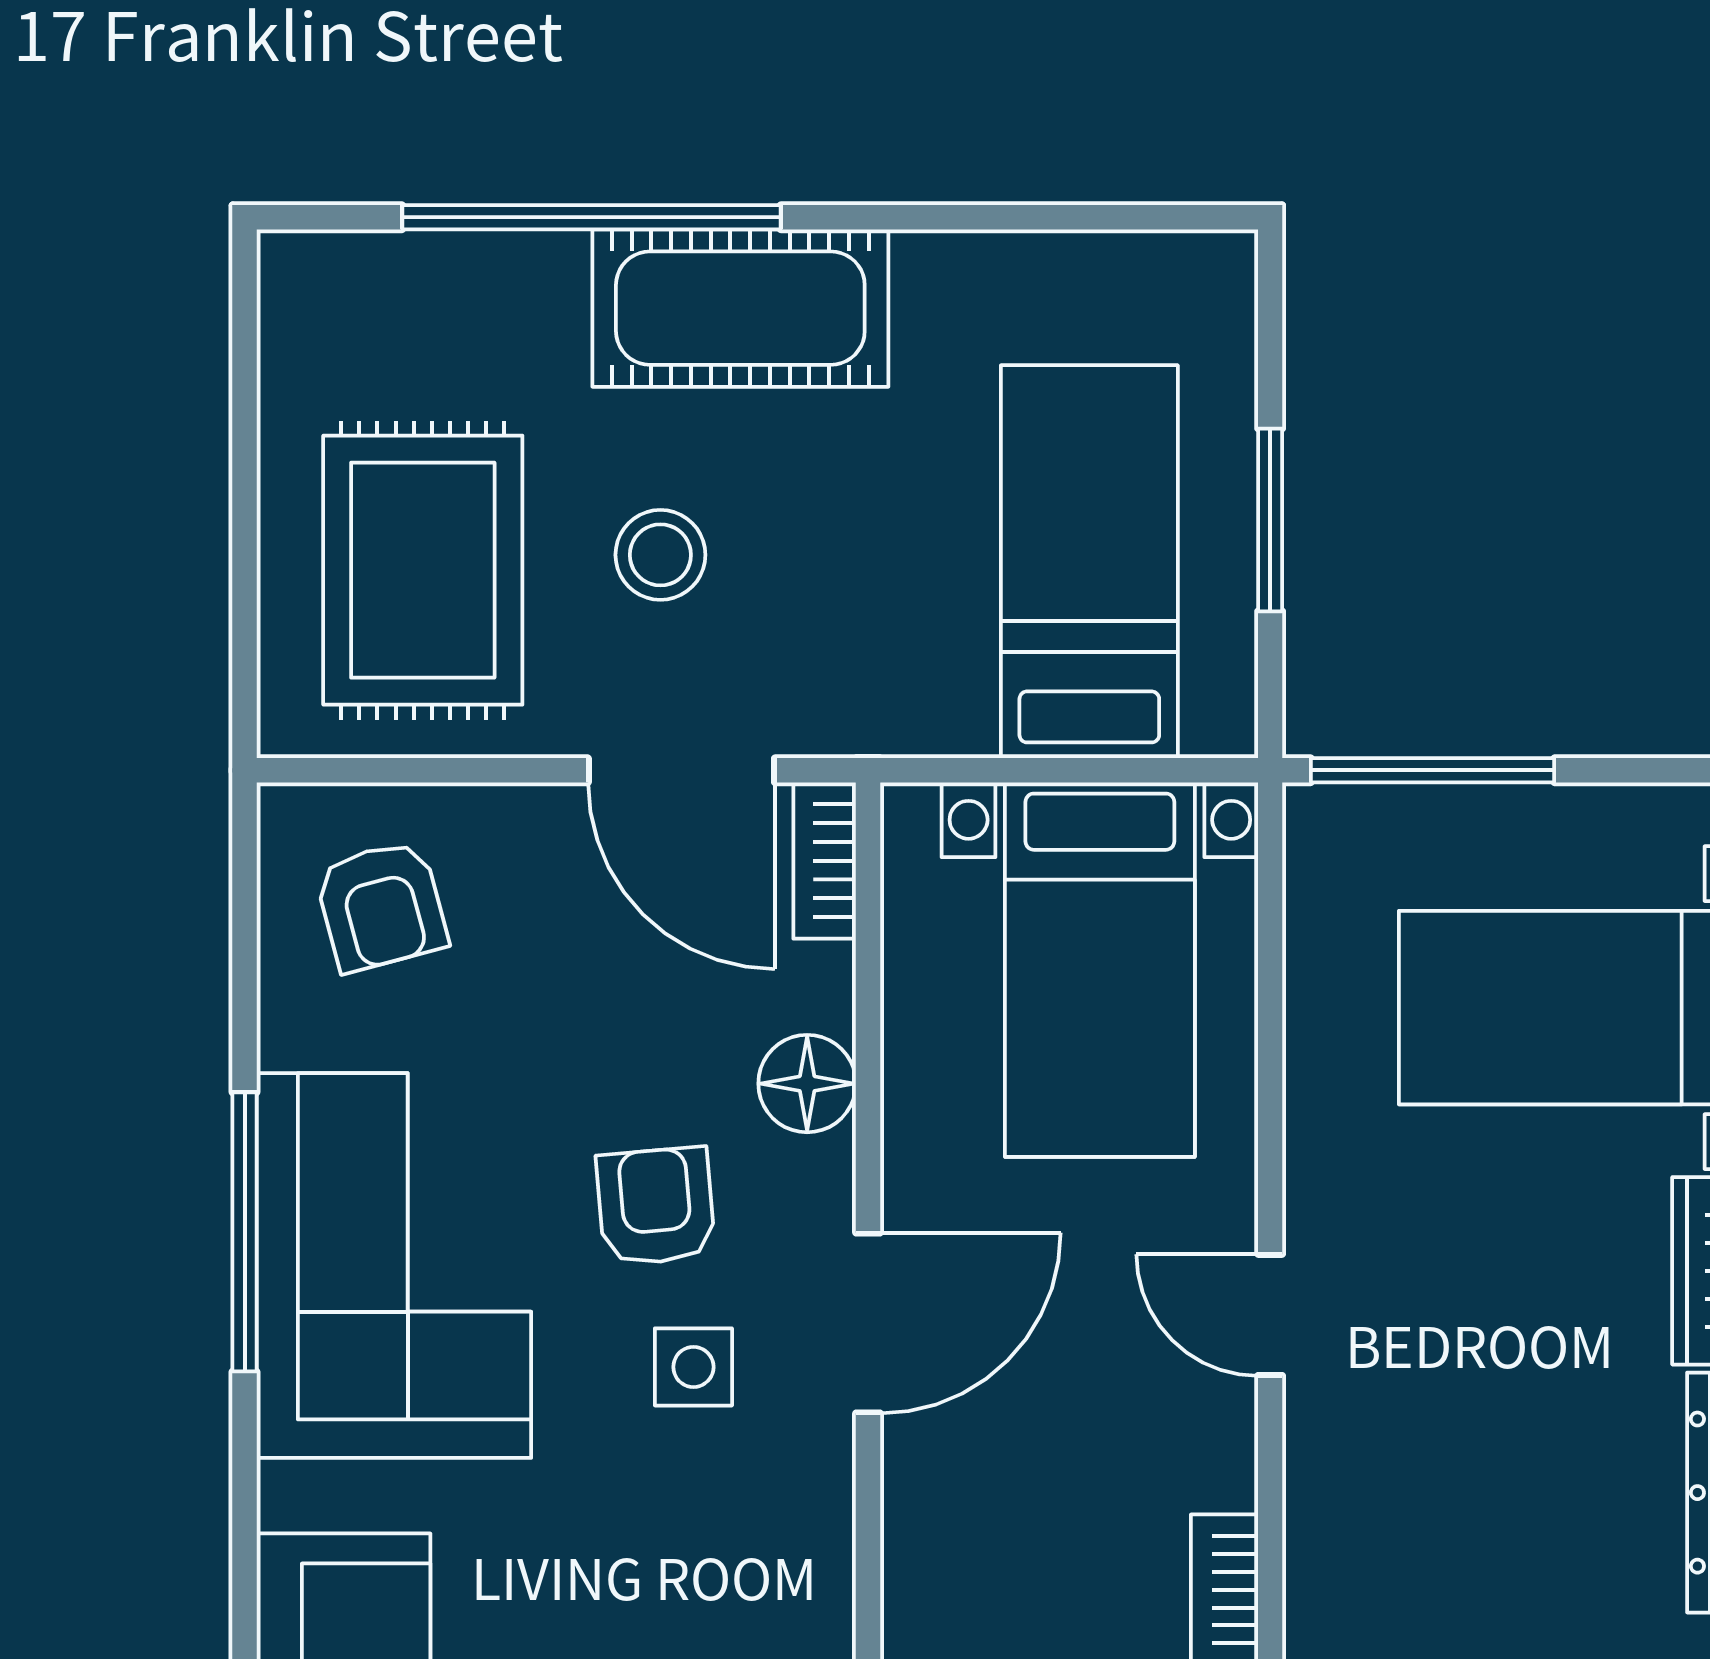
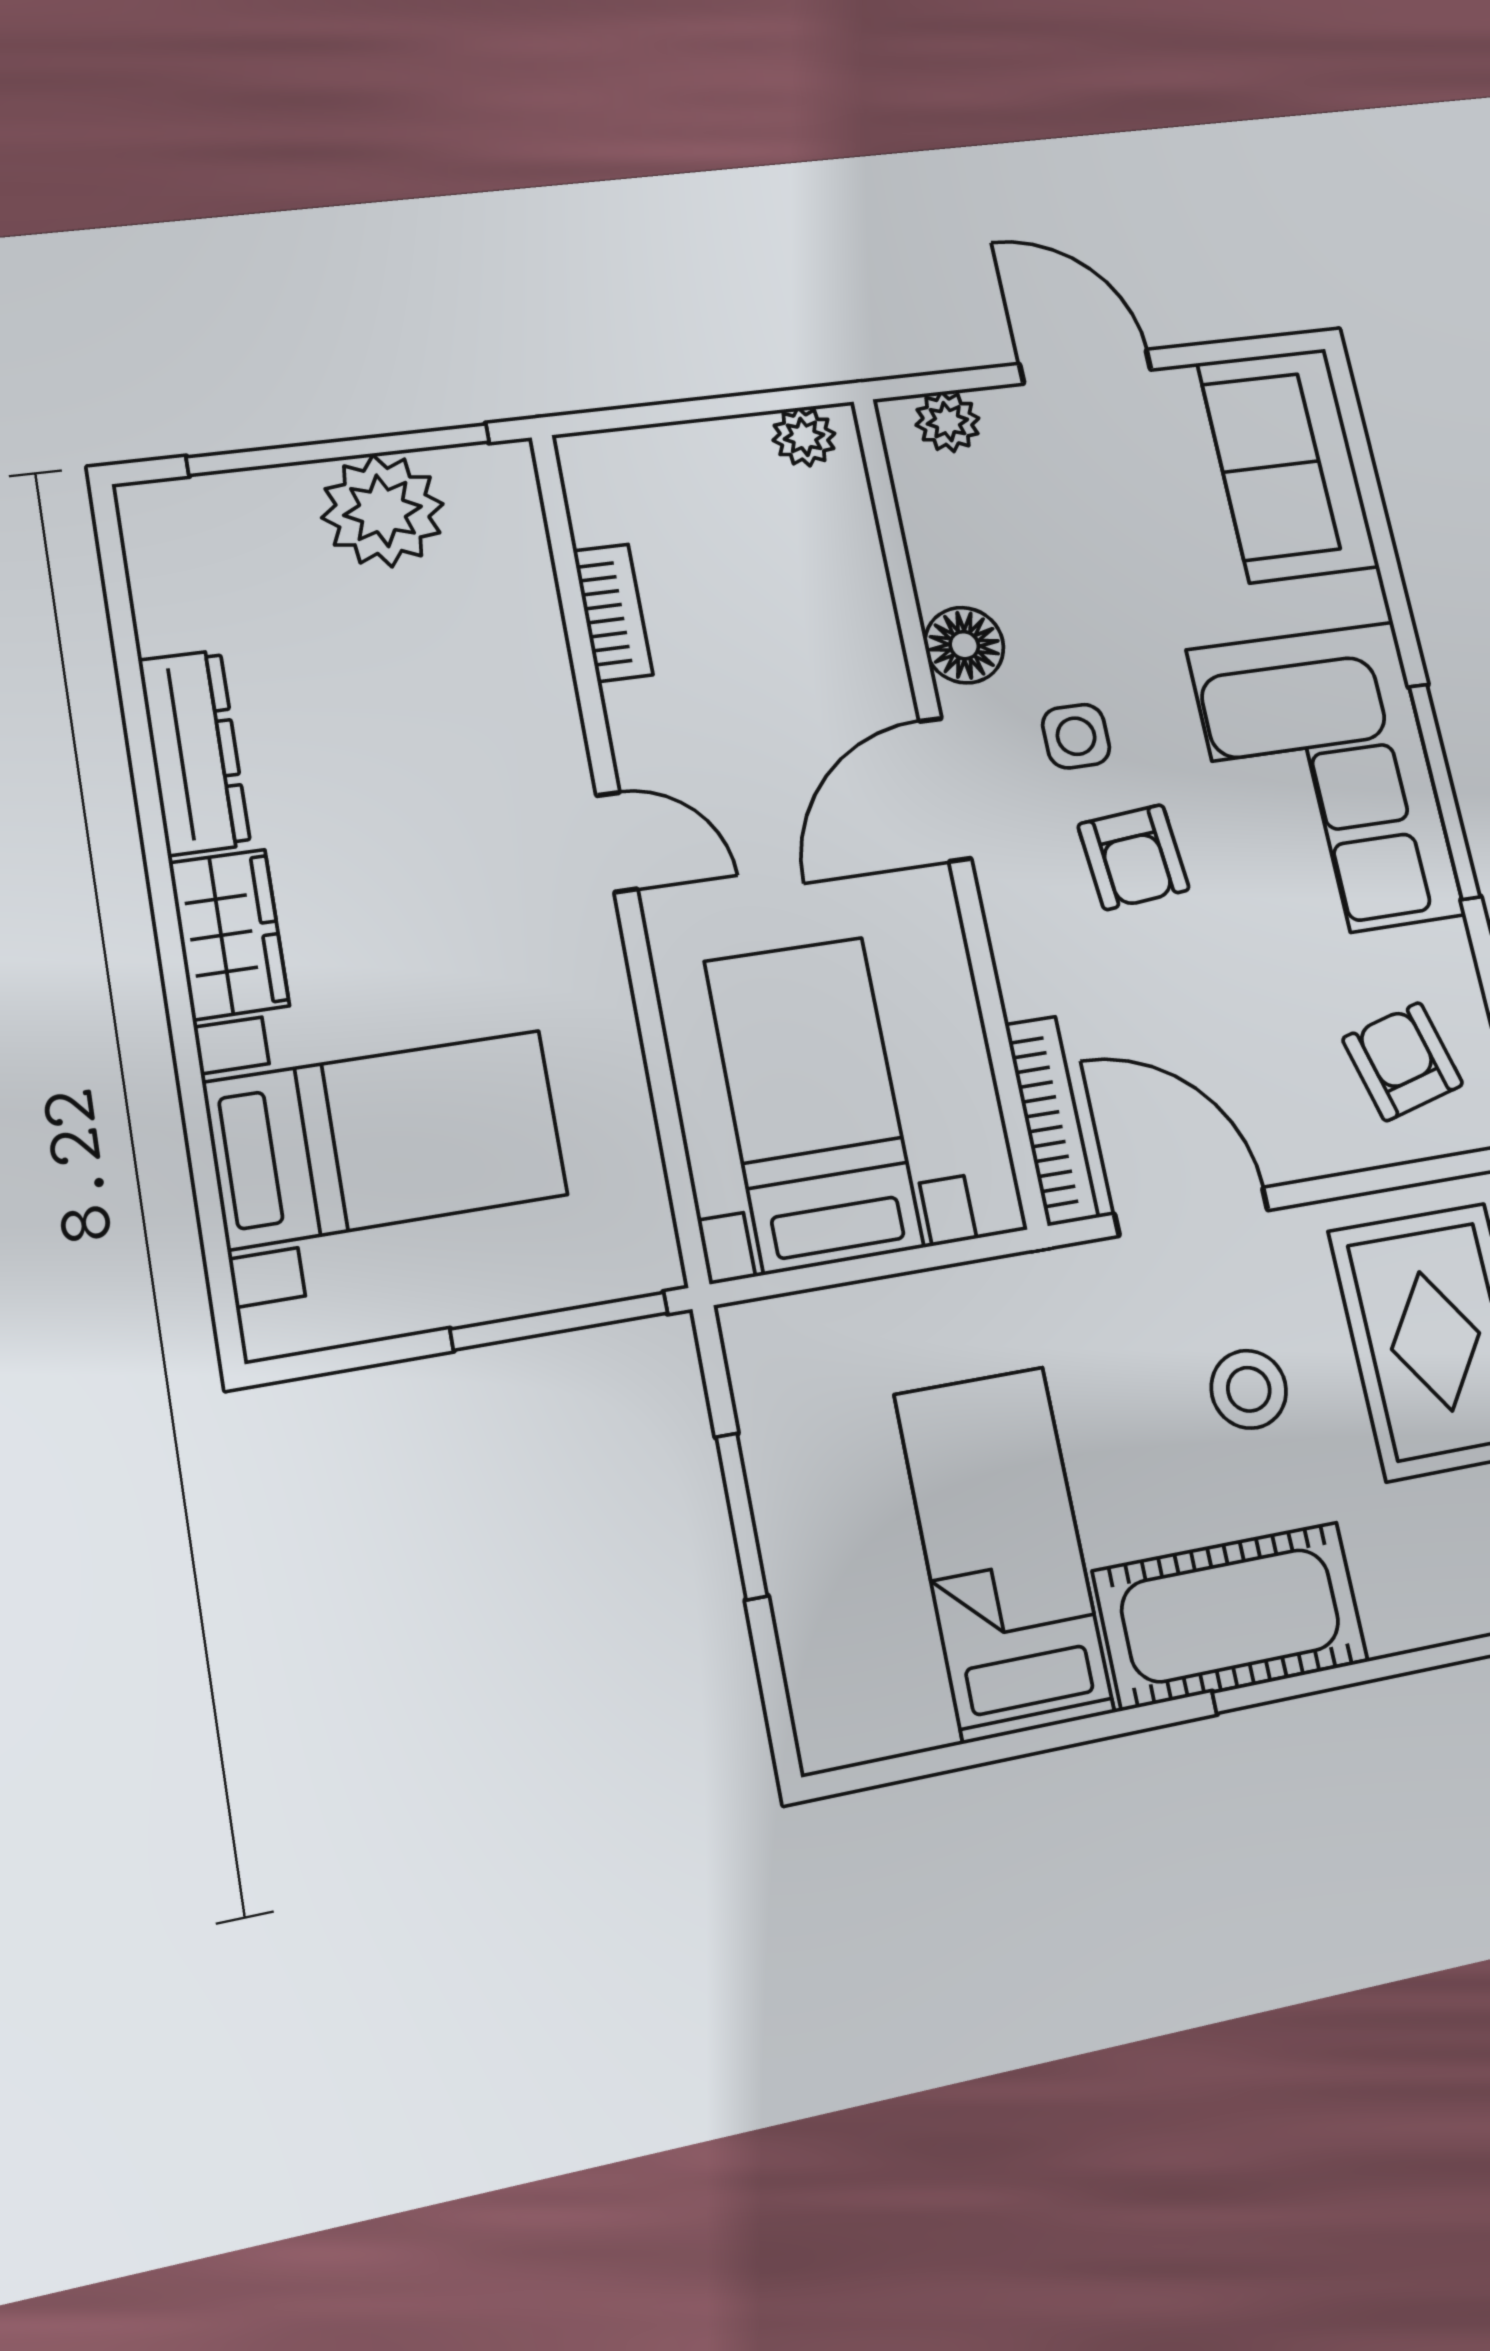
bed: (1089, 562) -> (1003, 1552), moved, turned 180
bookcase: (825, 861) -> (1052, 1120), width x1.56
floor lamp: (807, 1084) -> (964, 645), moved

